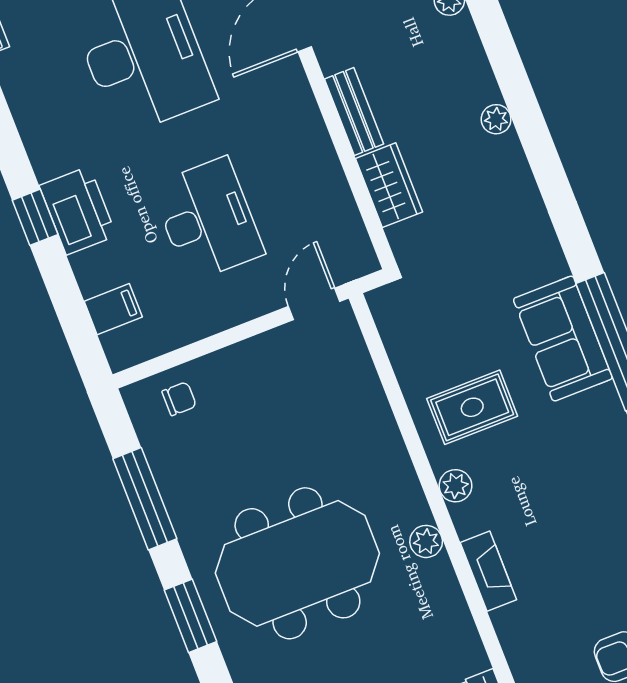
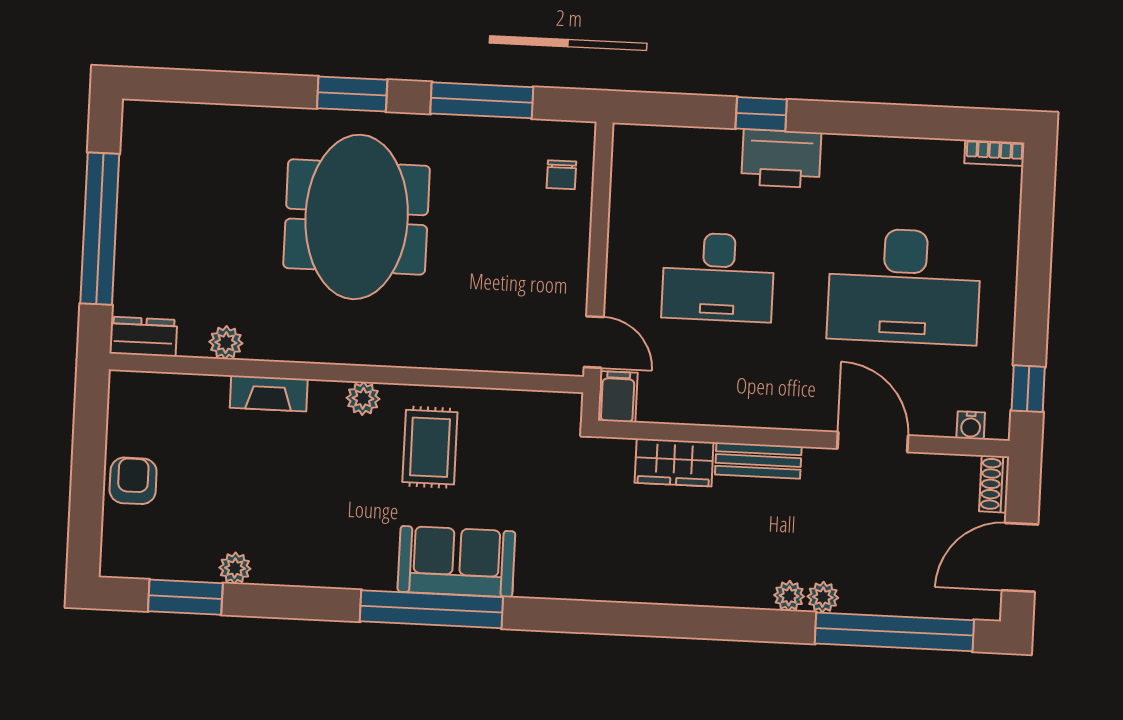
plant: (496, 119) -> (789, 596), moved
window: (35, 217) -> (761, 114), moved
filing cabinet: (113, 309) -> (618, 397), moved, turned 180
plant: (426, 541) -> (226, 343), moved

